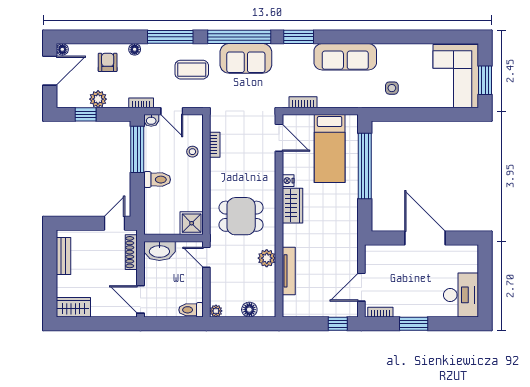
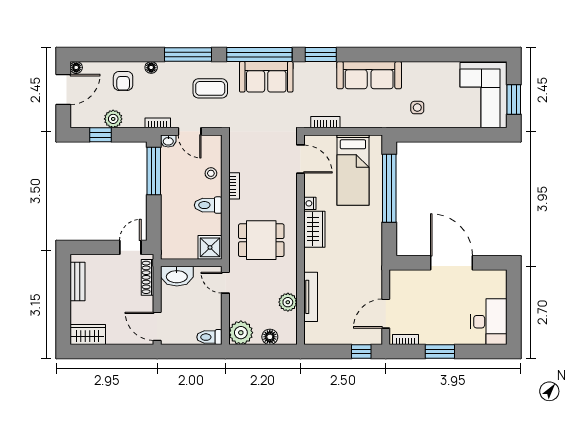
armchair: (108, 62) -> (123, 81), turned 180
bookcase: (215, 145) -> (234, 186), moved
toilet: (157, 180) -> (208, 205), moved, turned 180
plant: (267, 258) -> (288, 302), moved
plant: (216, 311) -> (241, 333), width x1.87, depth x1.87

